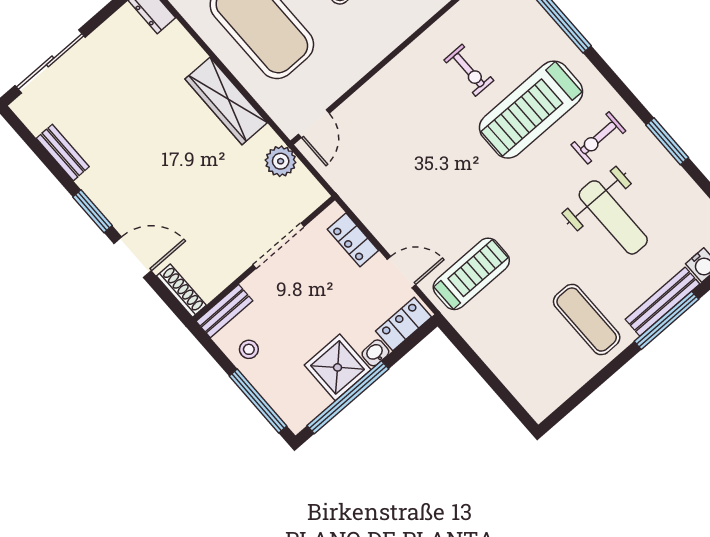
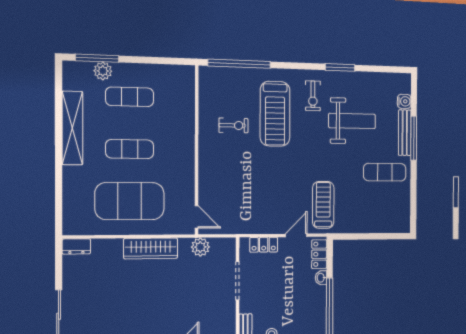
shower: (338, 367) -> (313, 300), removed

